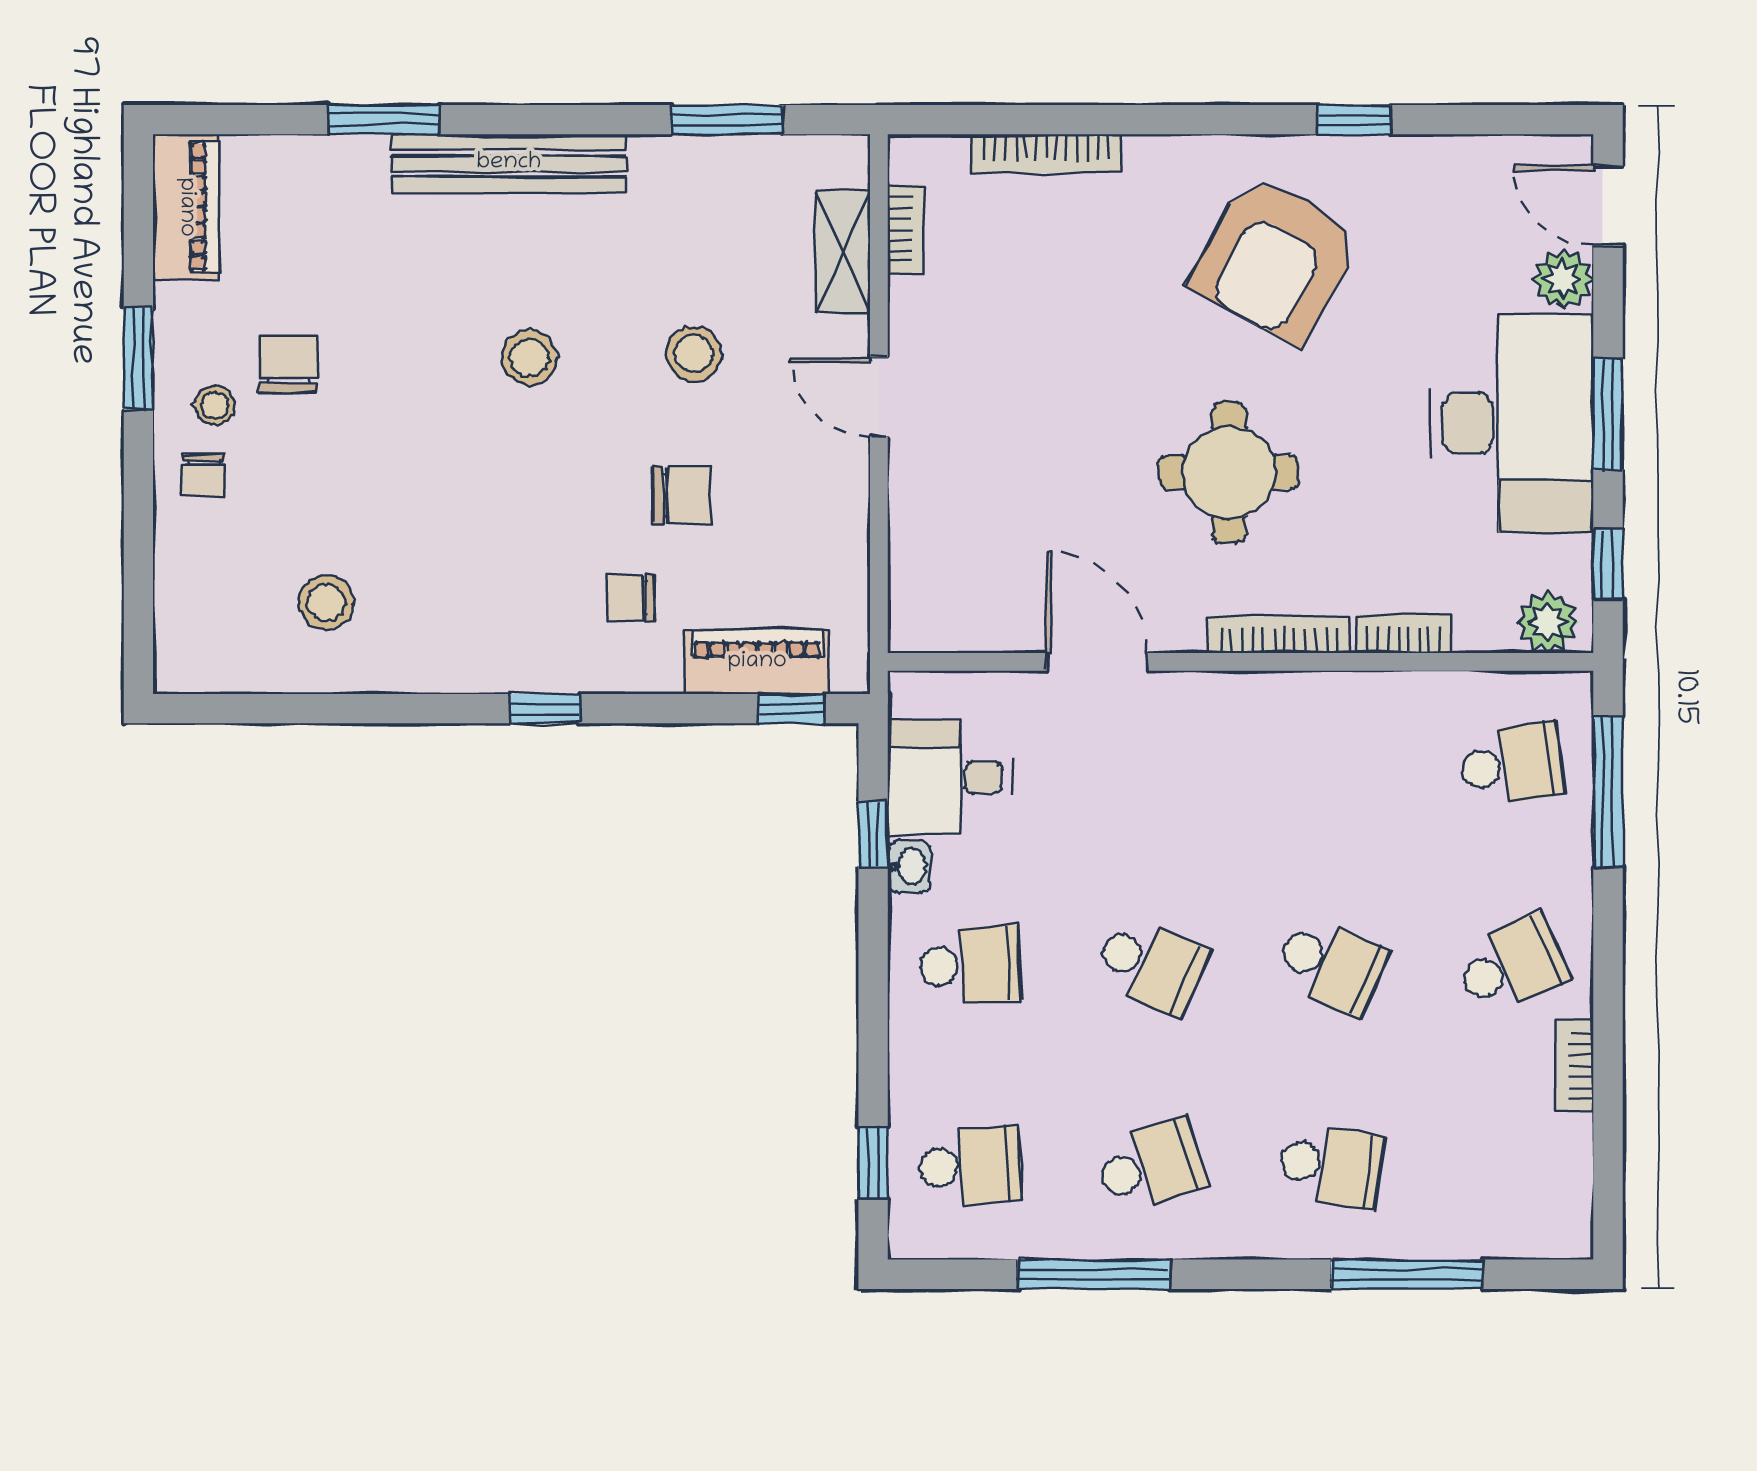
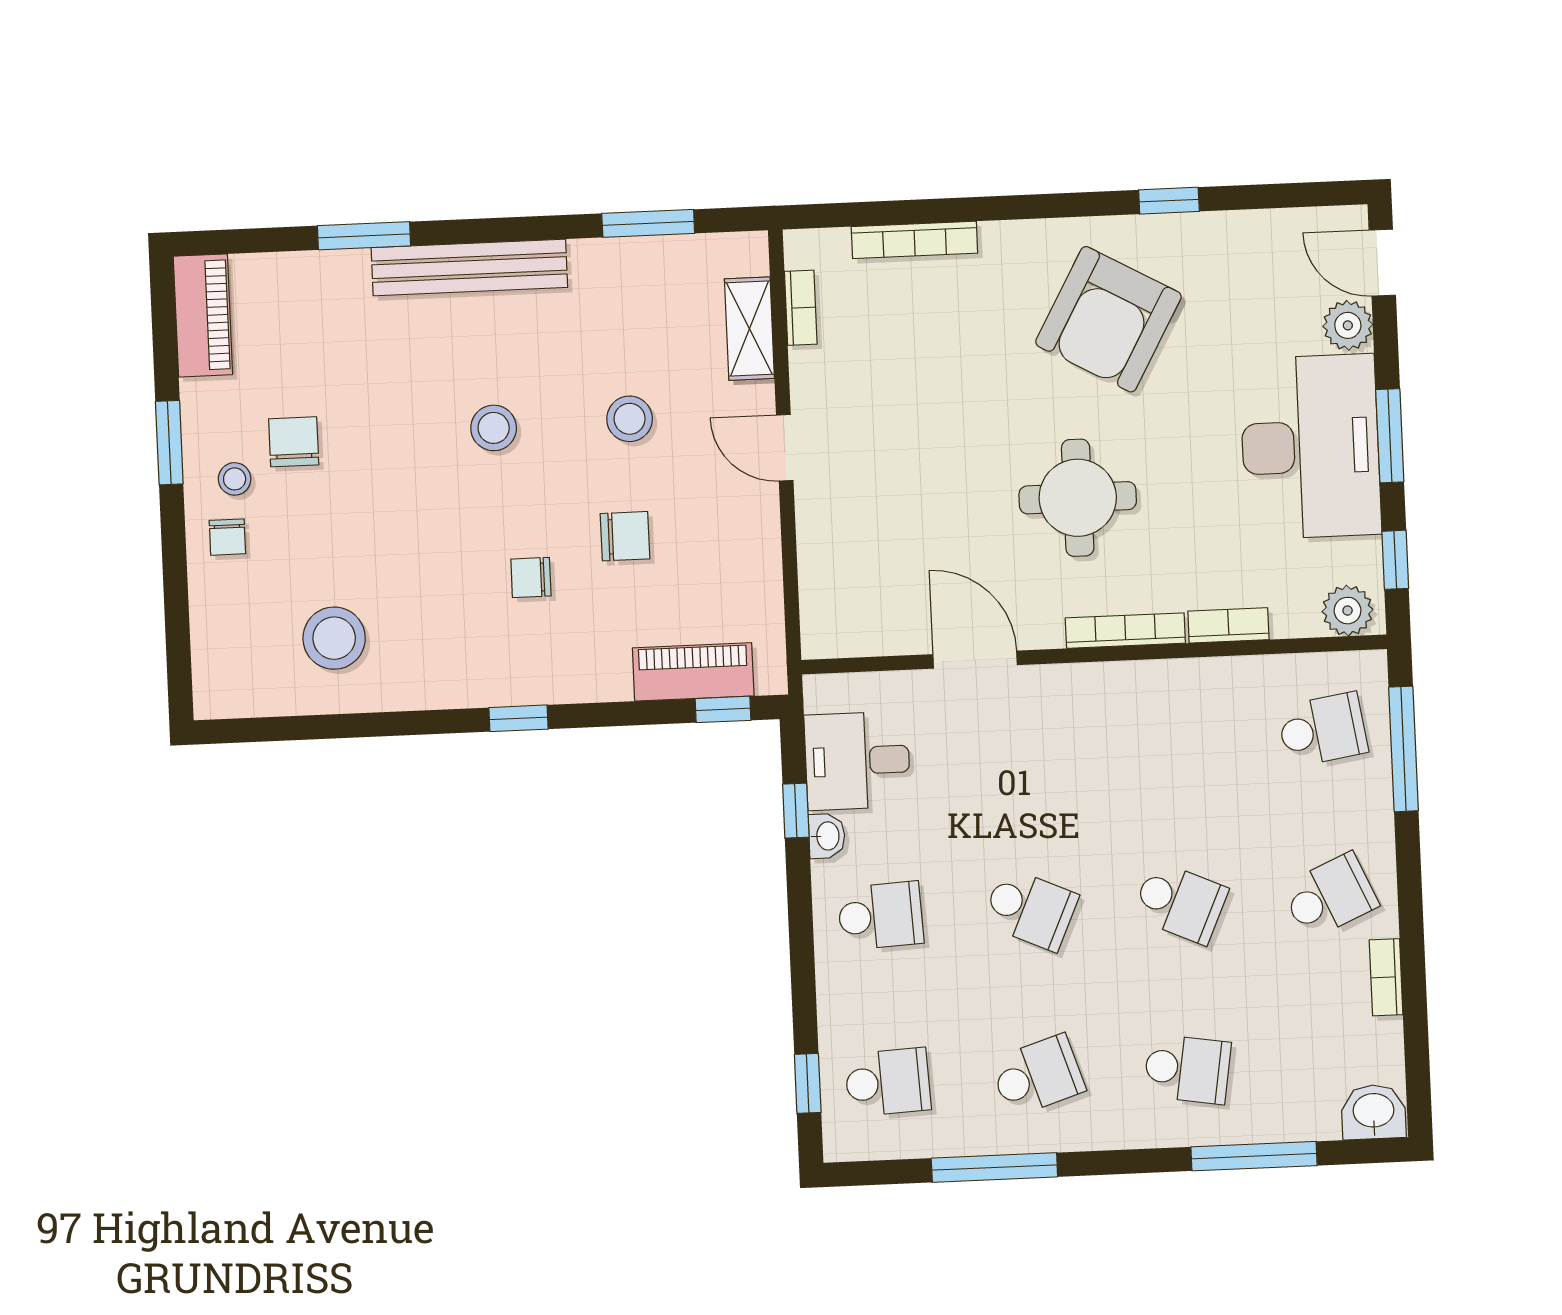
chair: (631, 598) -> (531, 577), moved
stool: (326, 602) -> (334, 638), width x1.38, depth x1.38
washbasin: (1553, 1227) -> (1374, 1112), added

